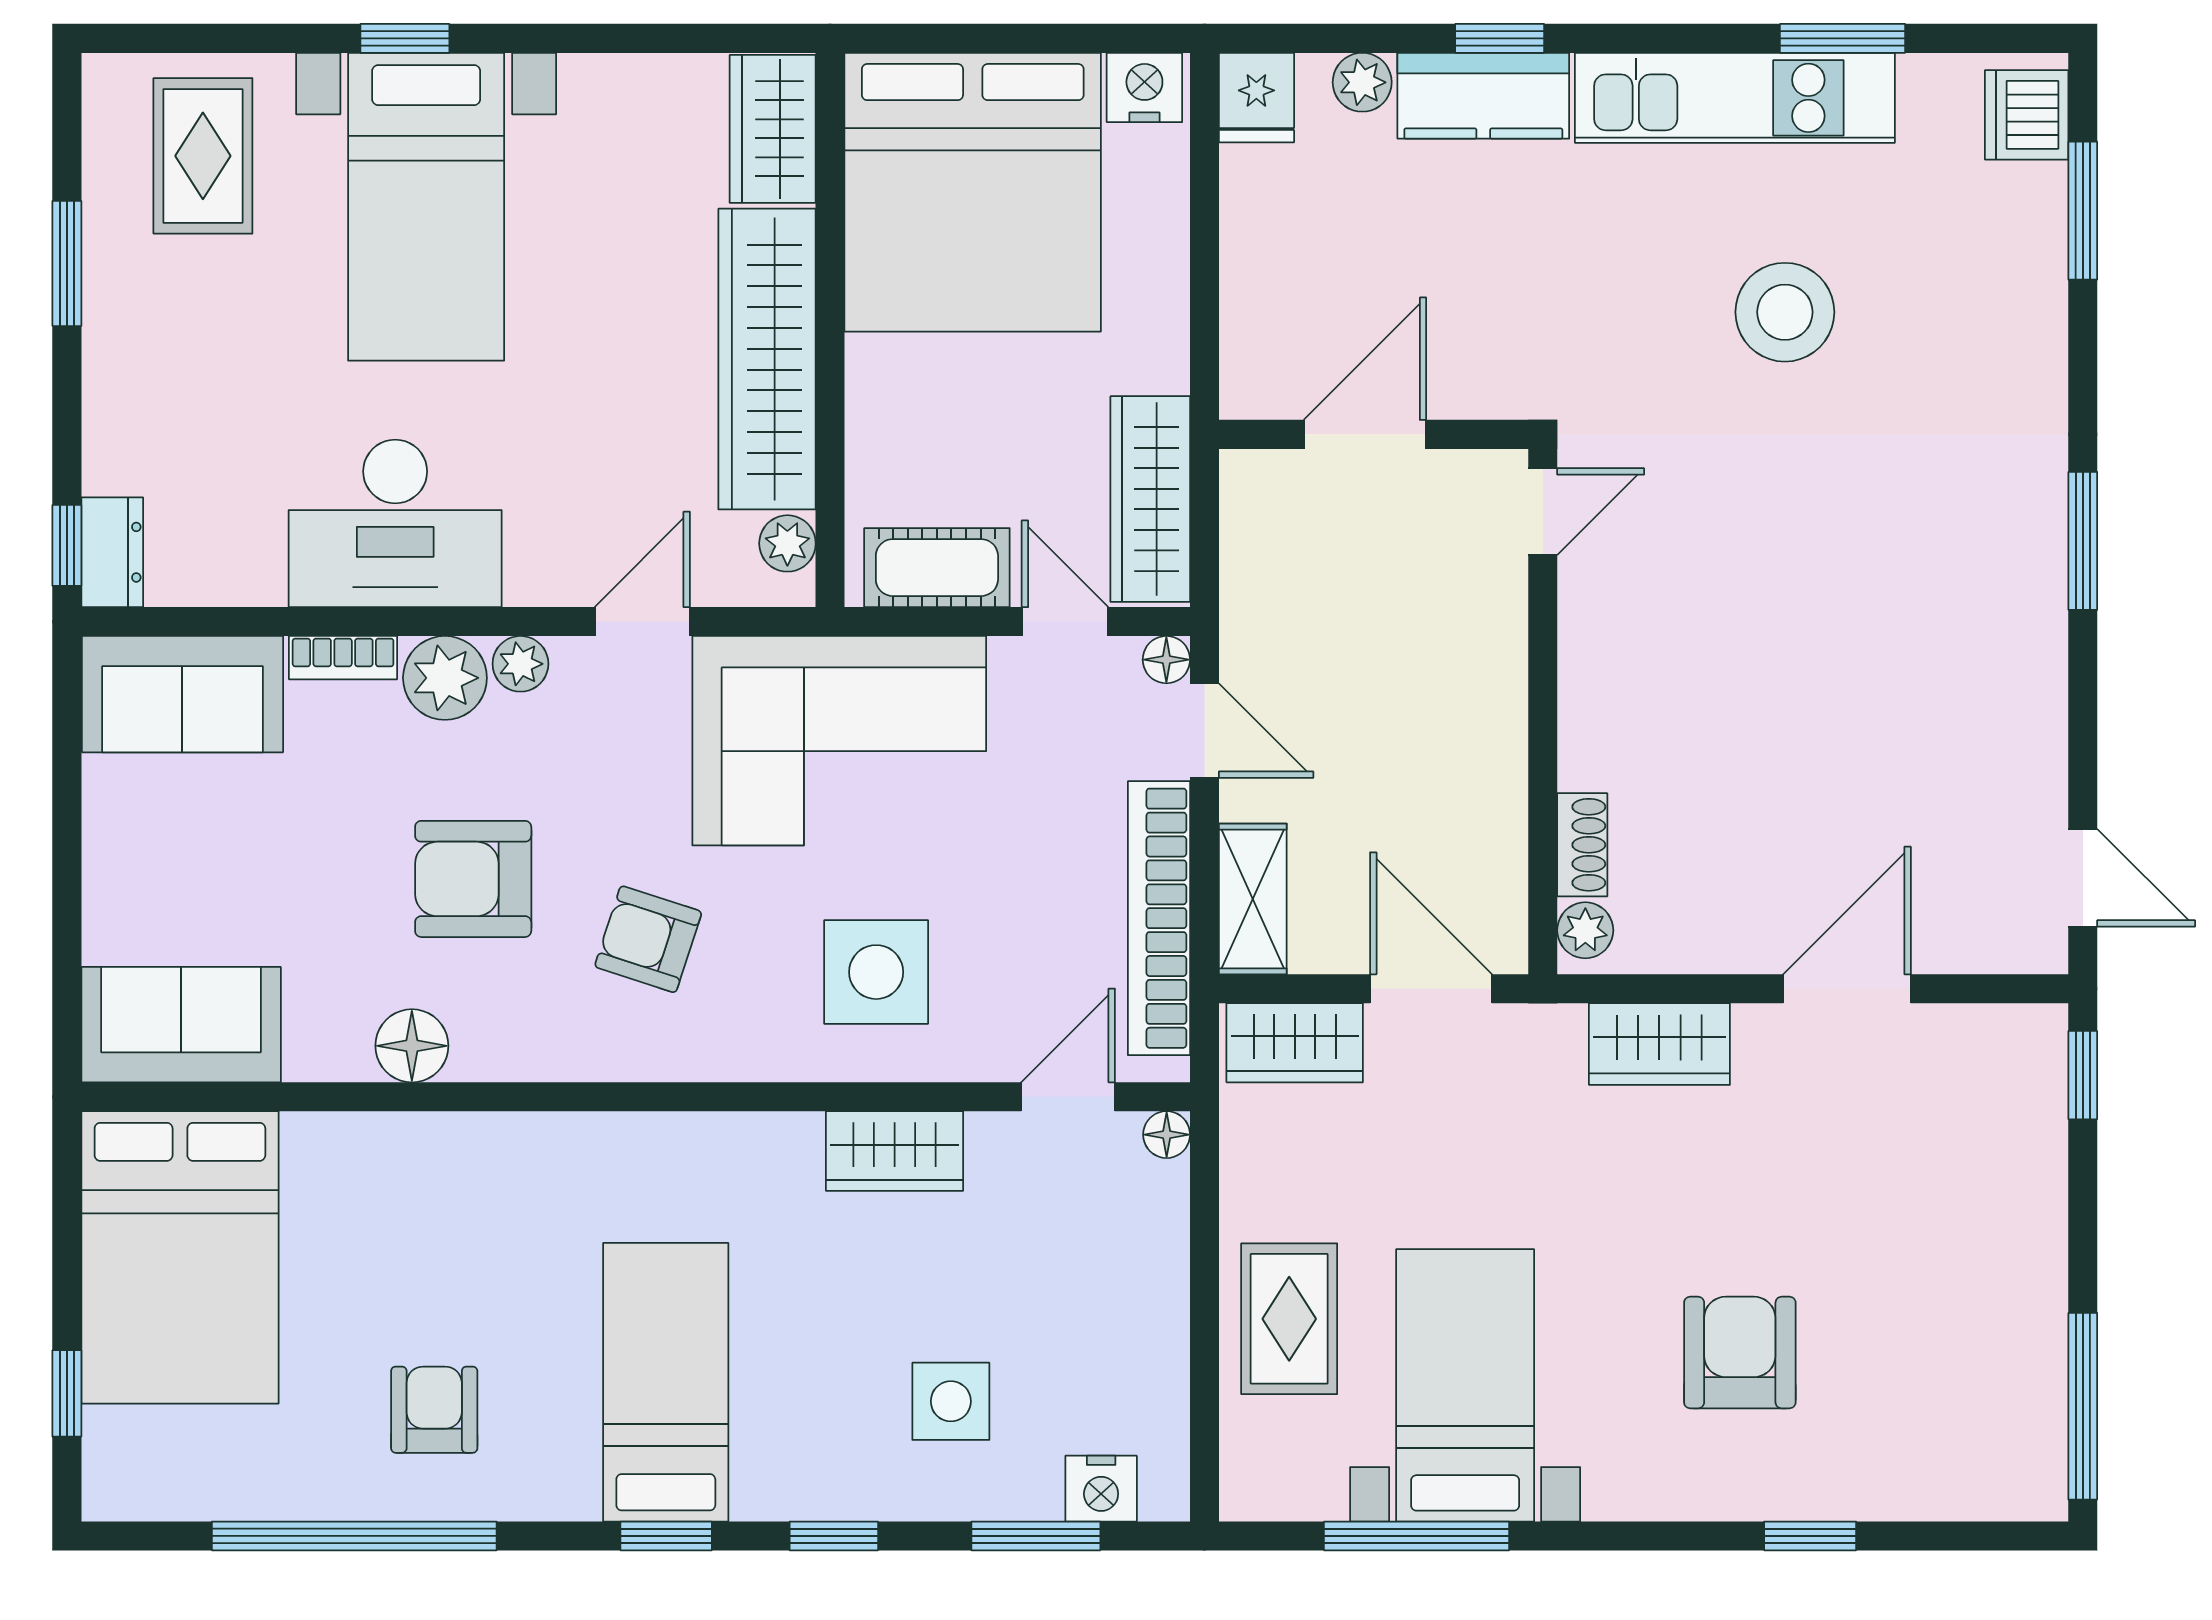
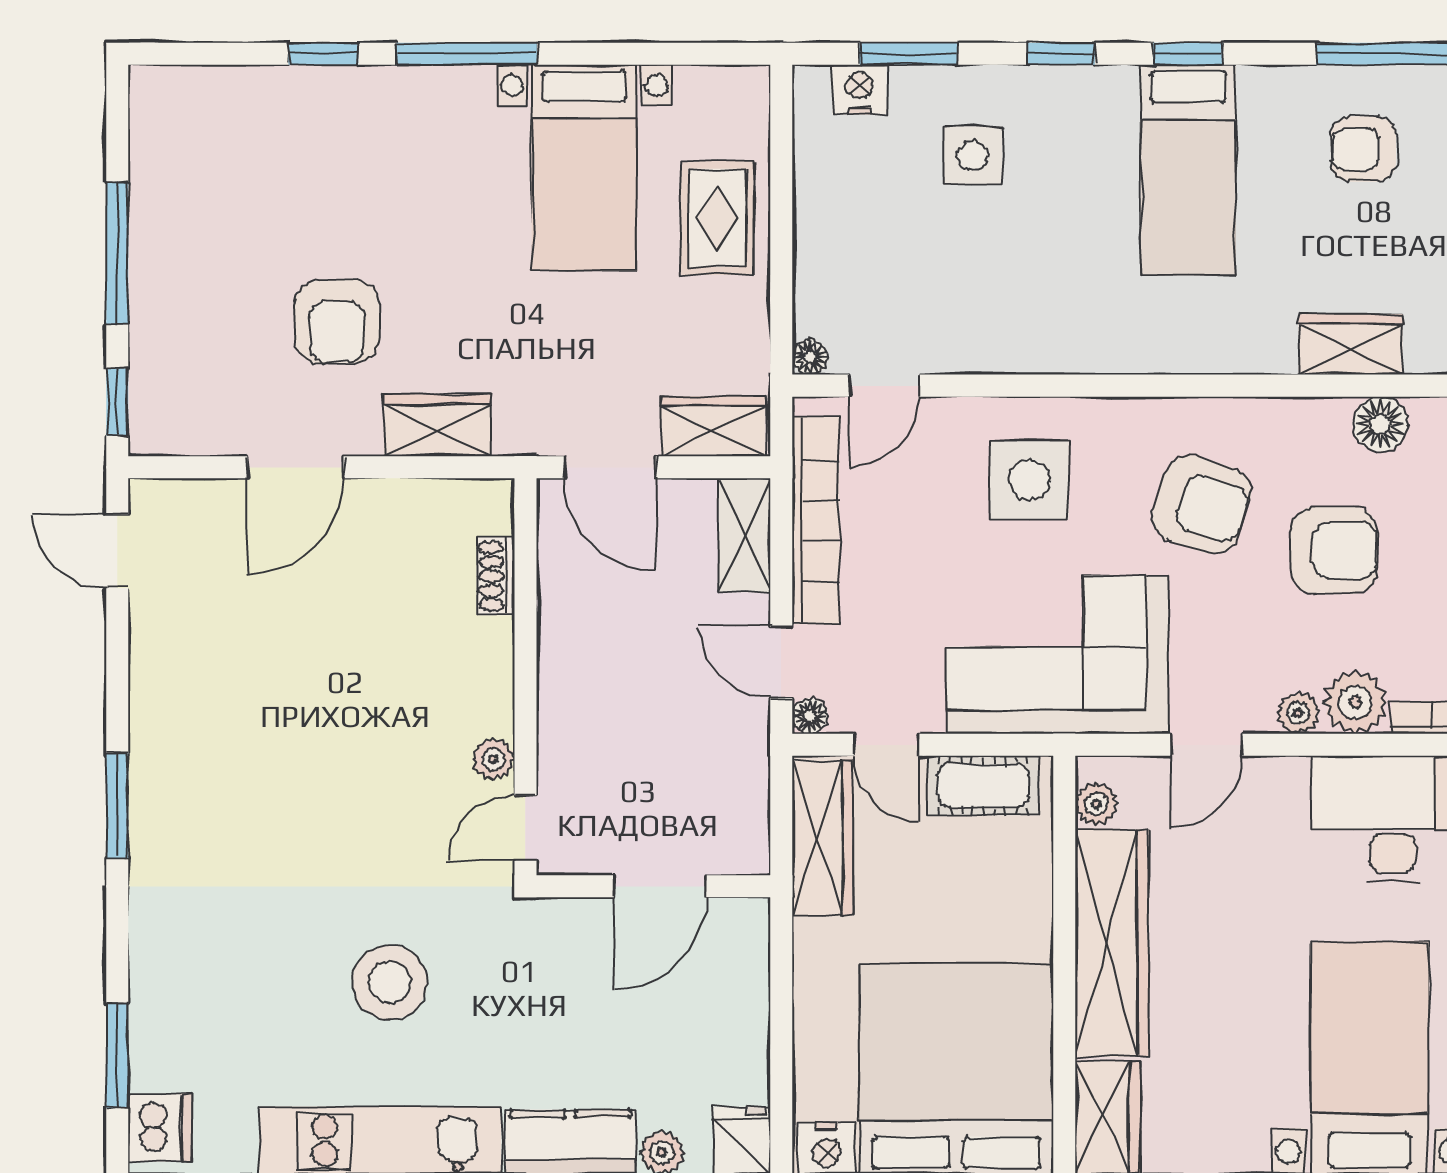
stool: (1785, 312) -> (390, 982), moved
plant: (1585, 930) -> (493, 759), moved
armchair: (648, 939) -> (1202, 505), width x1.38, depth x1.38
wardrobe: (895, 1151) -> (1351, 345), moved
armchair: (1740, 1353) -> (337, 322), moved
window: (2083, 1406) -> (117, 253), moved
armchair: (434, 1410) -> (1363, 149), turned 90
window: (1417, 1536) -> (467, 54), moved

